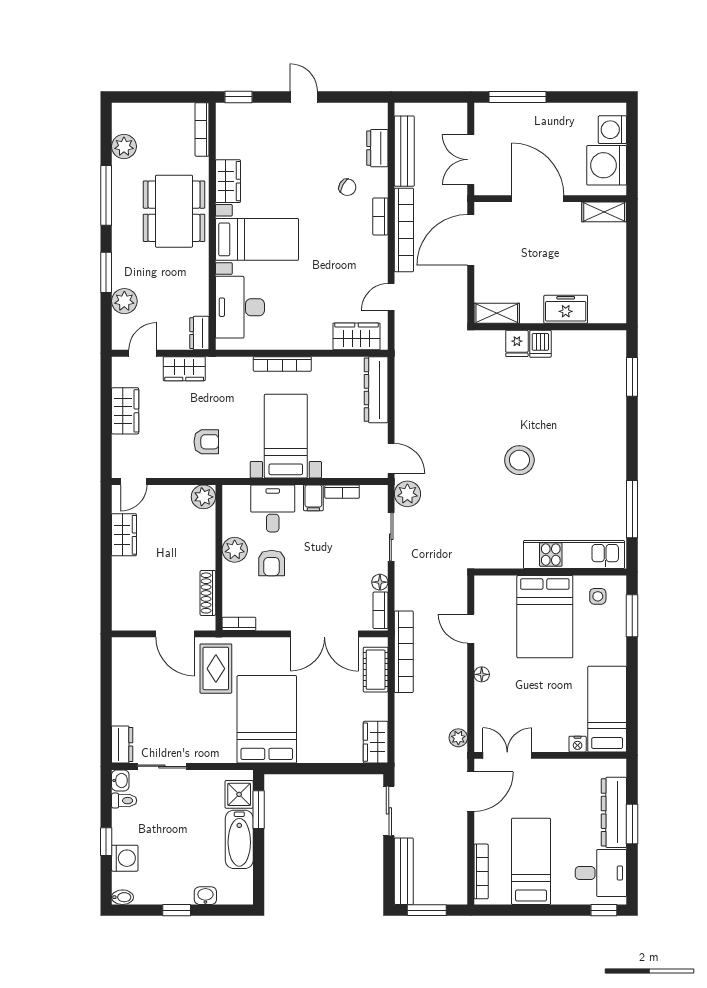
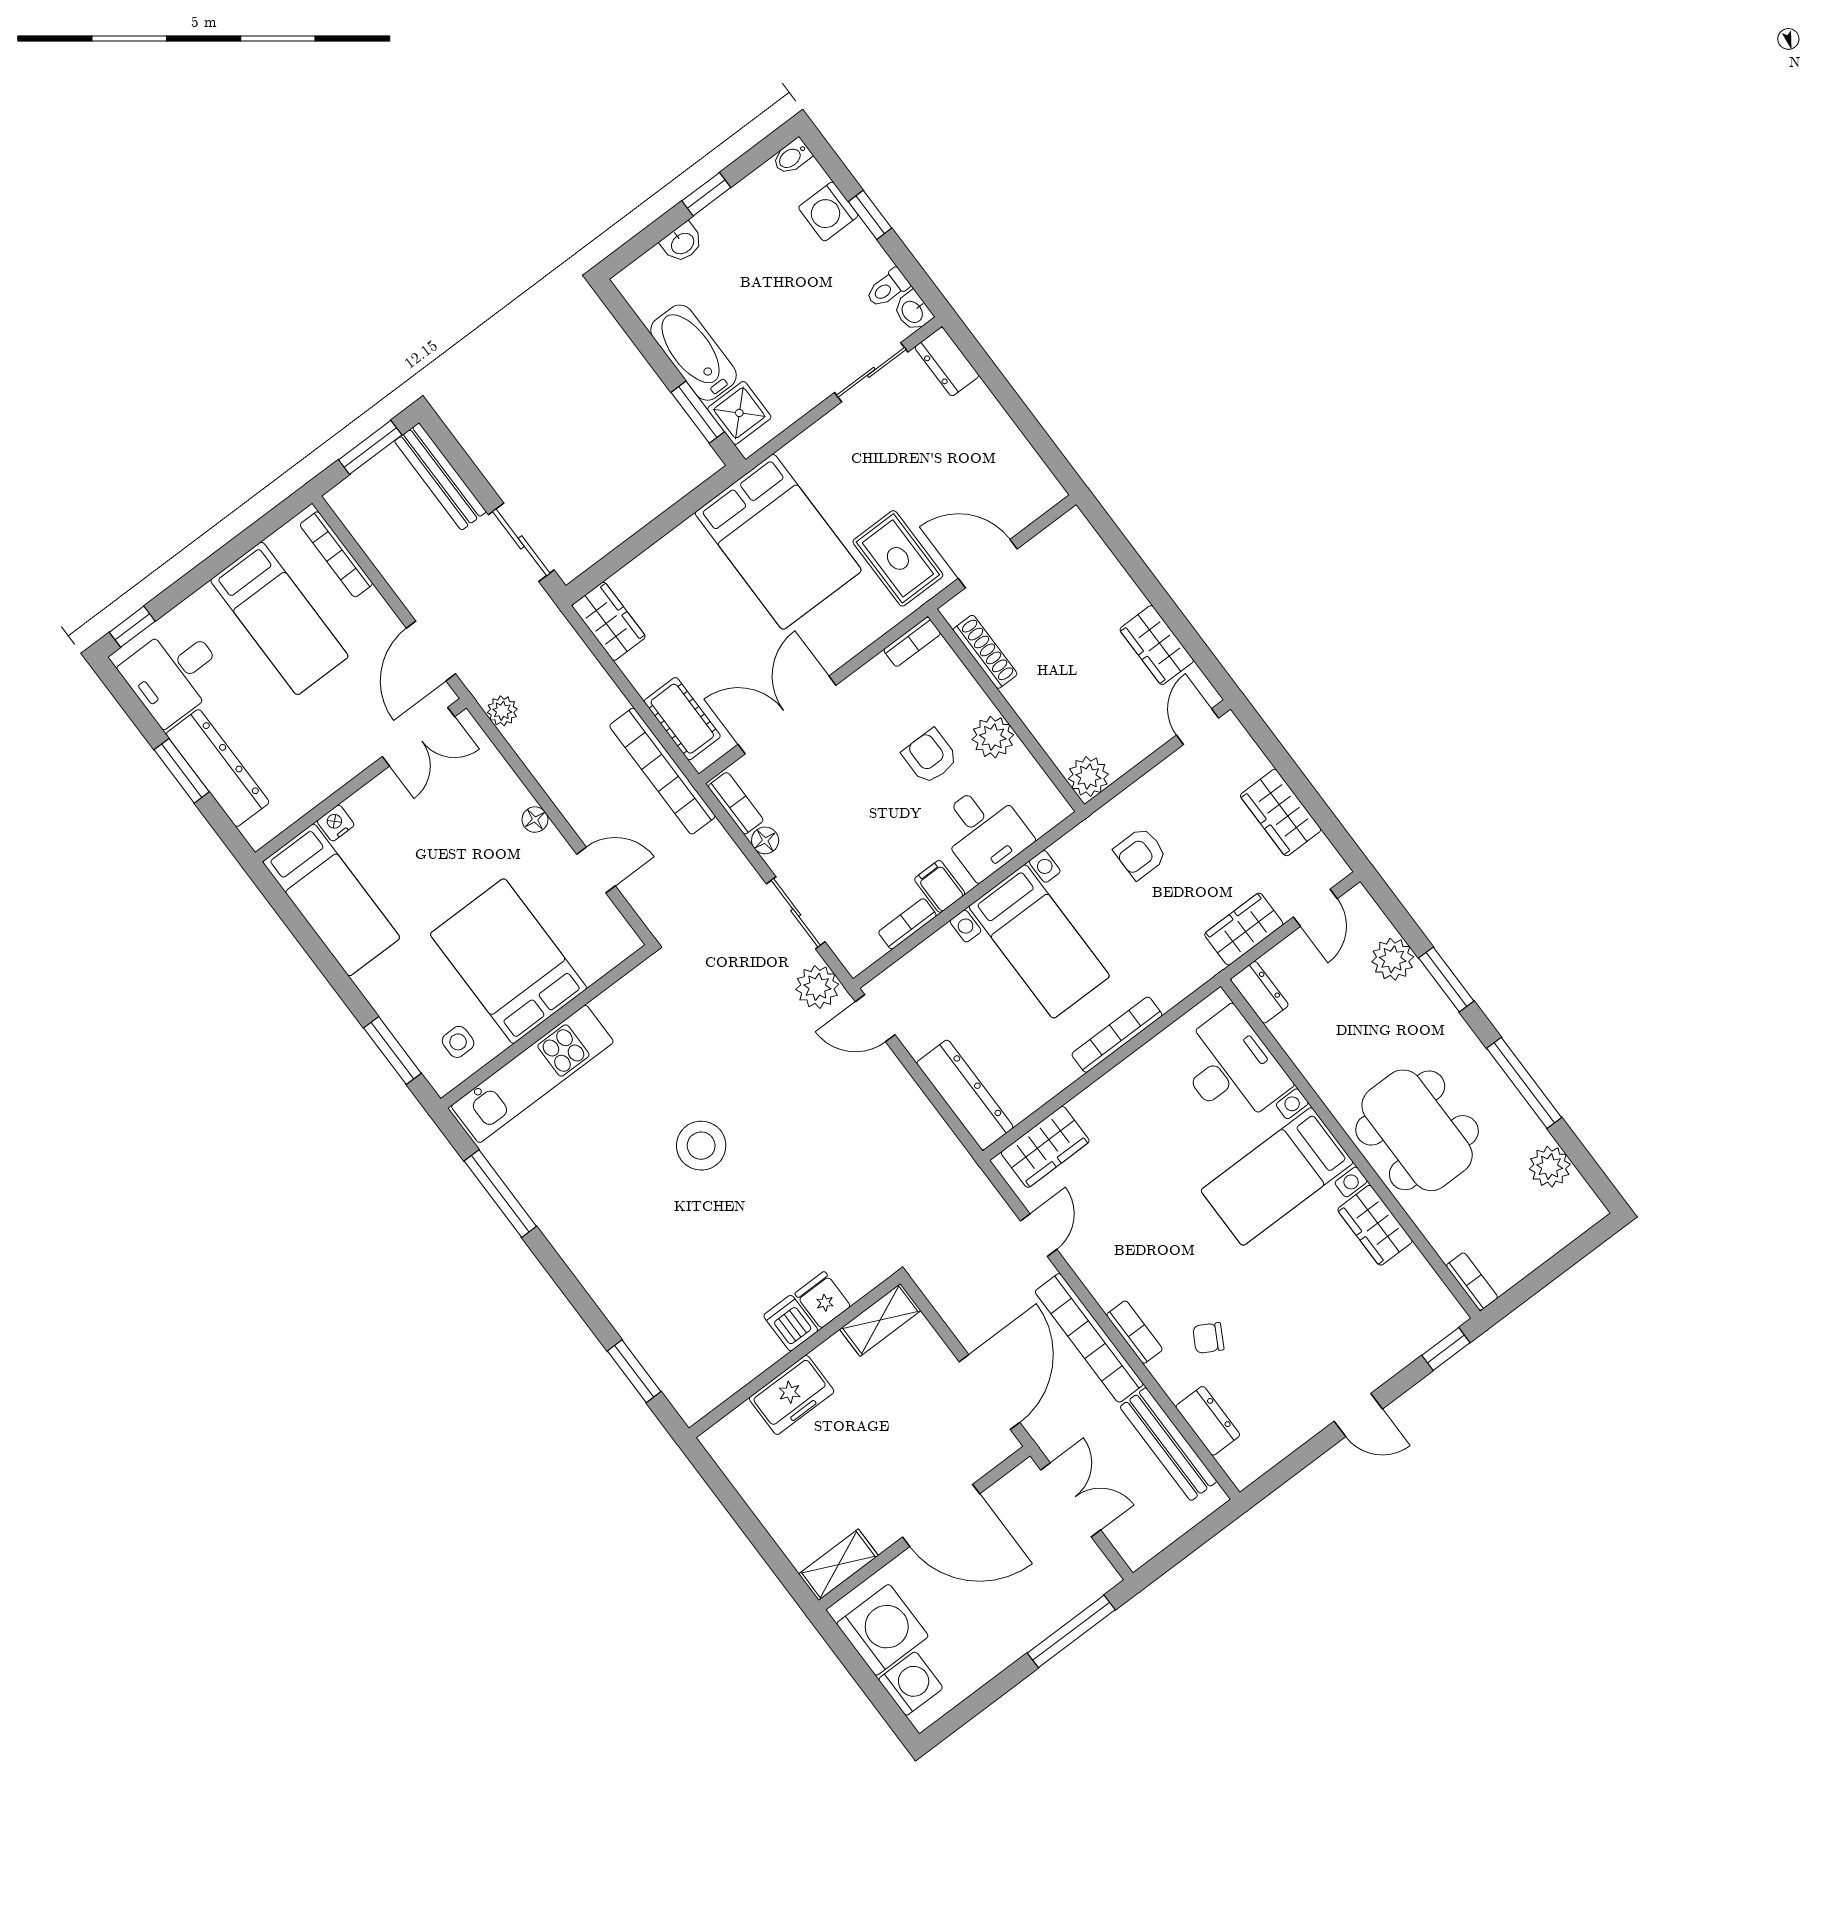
bookcase: (202, 129) -> (1472, 1282), width x0.64

